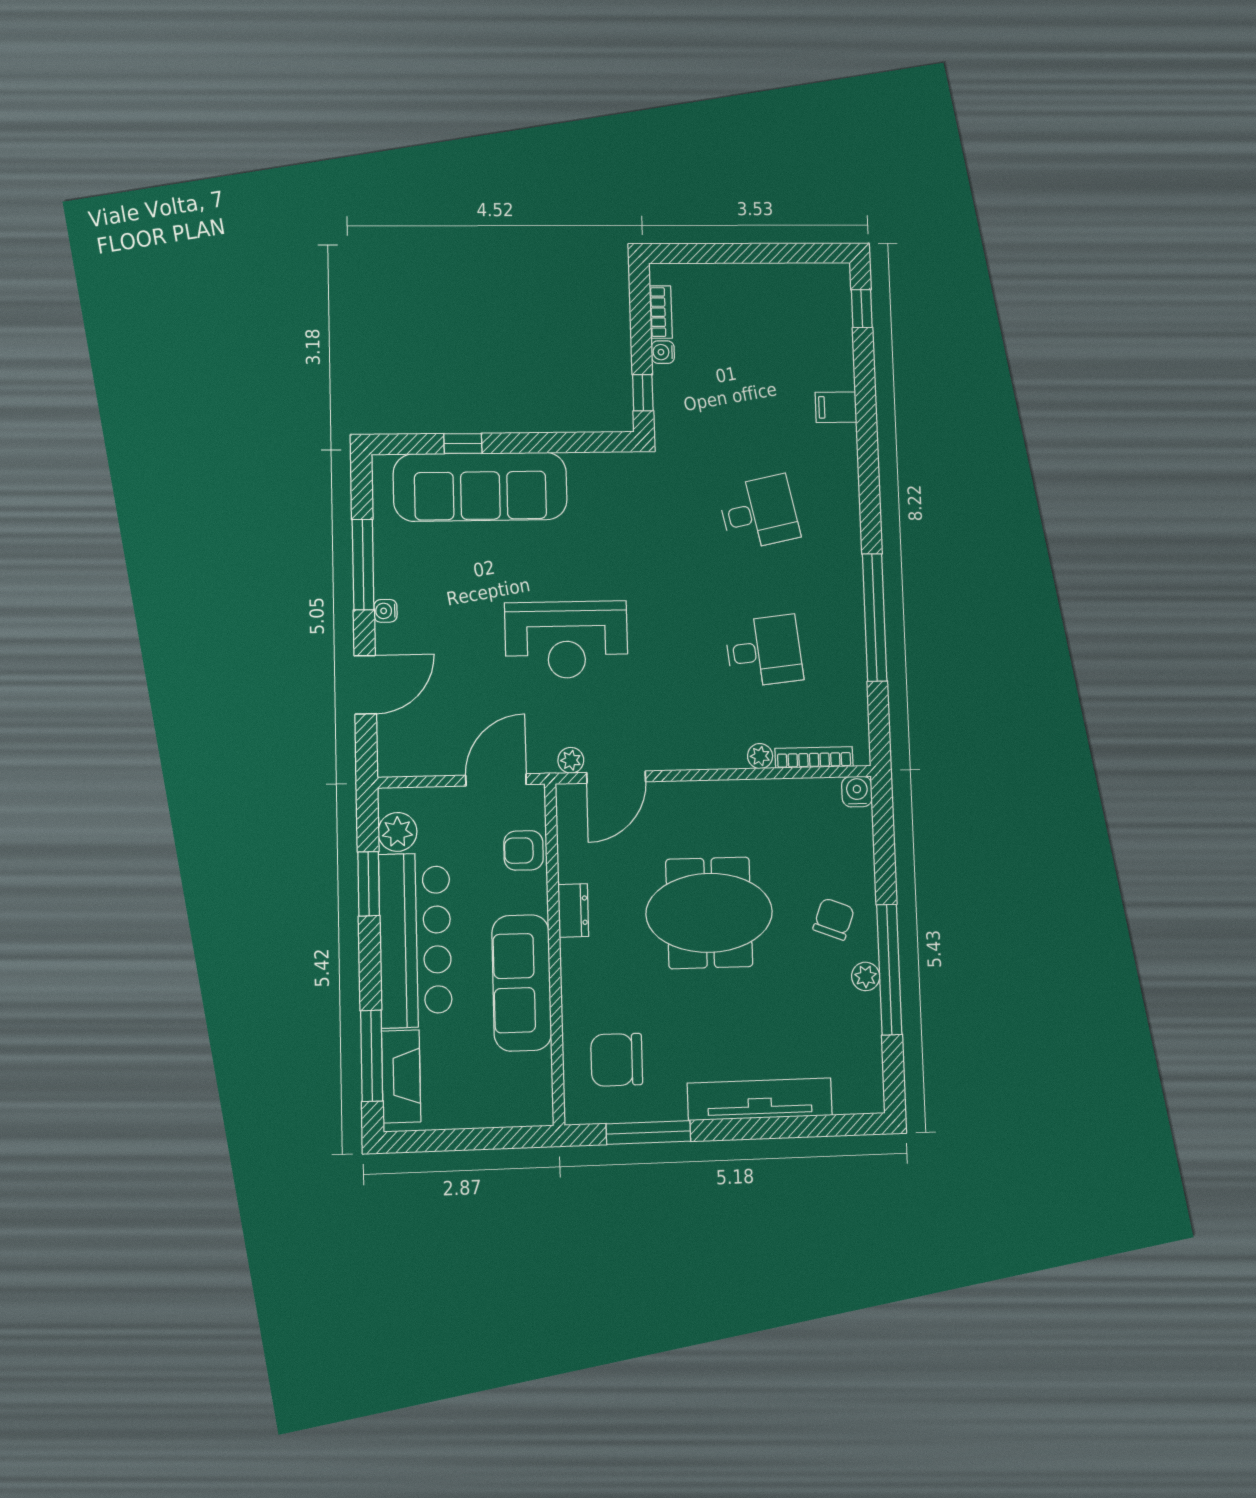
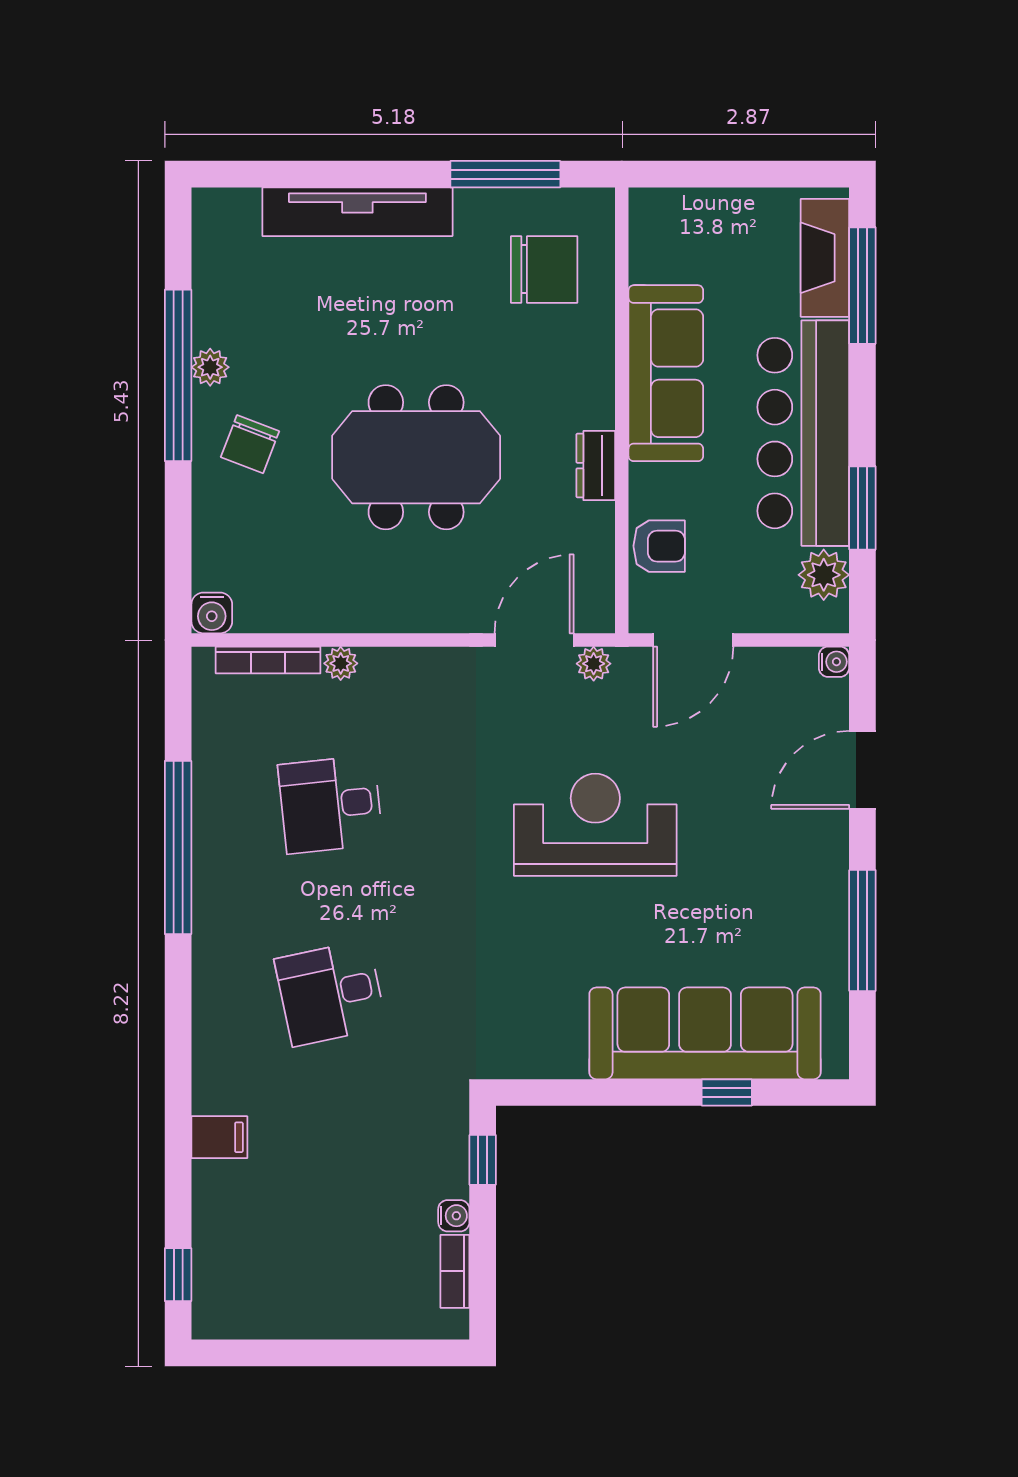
water cooler: (385, 611) -> (834, 662), moved

